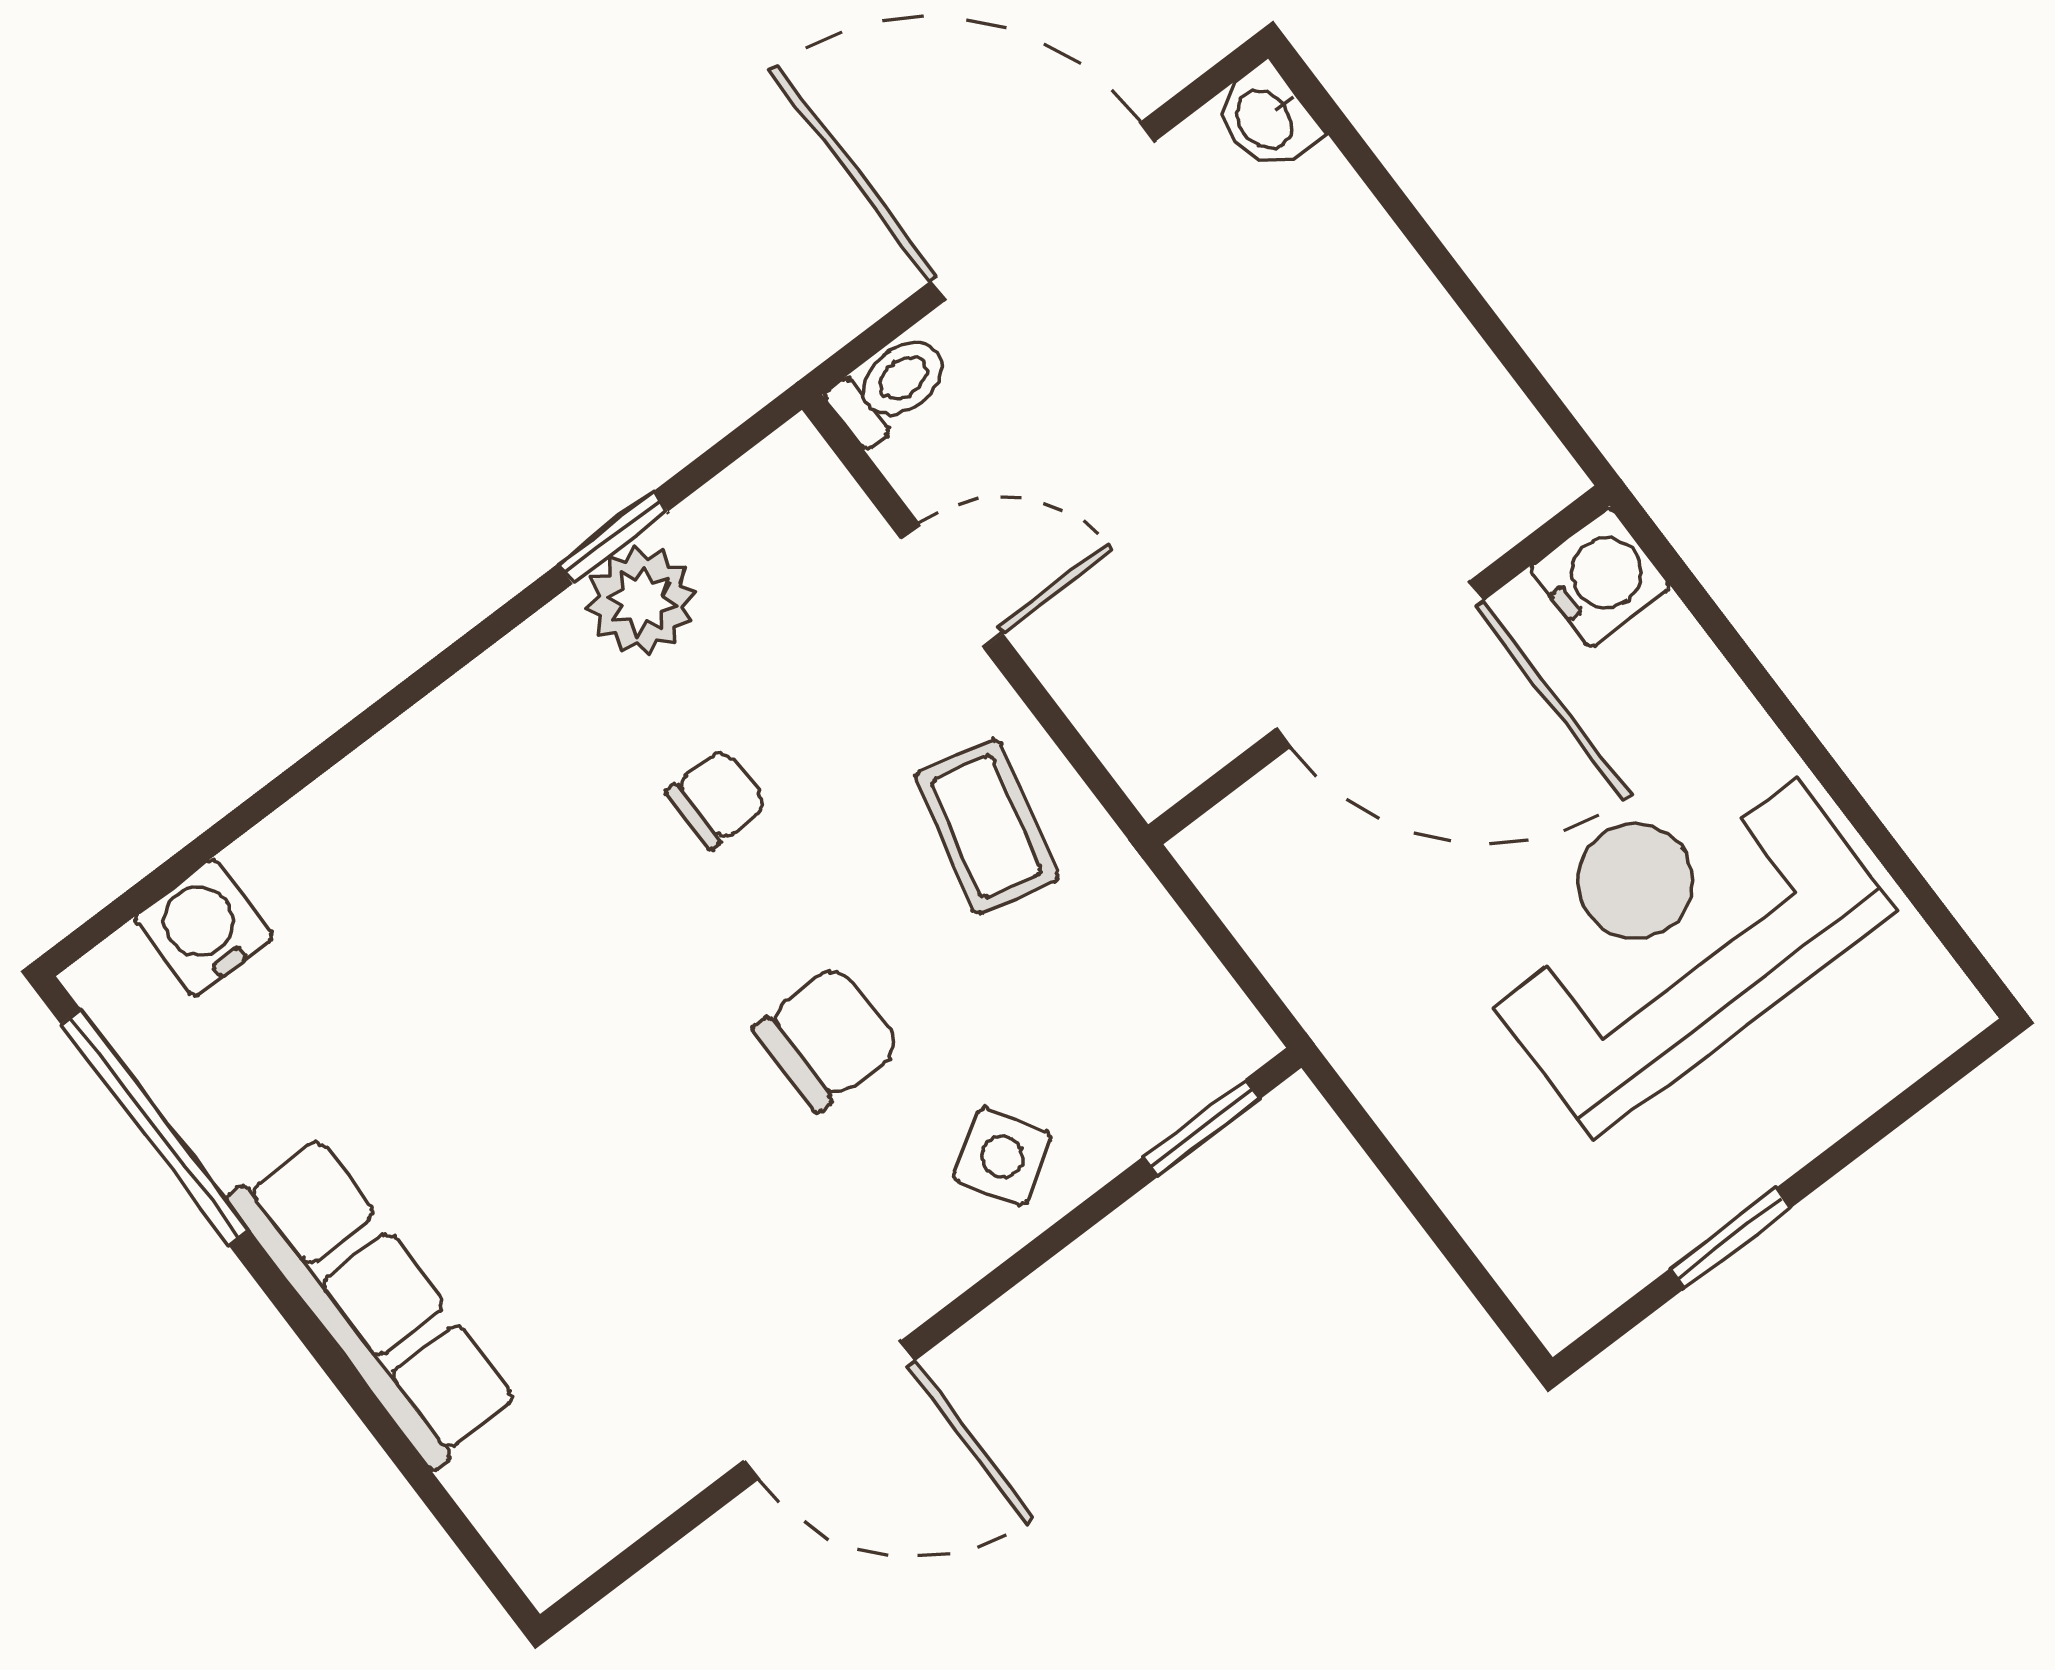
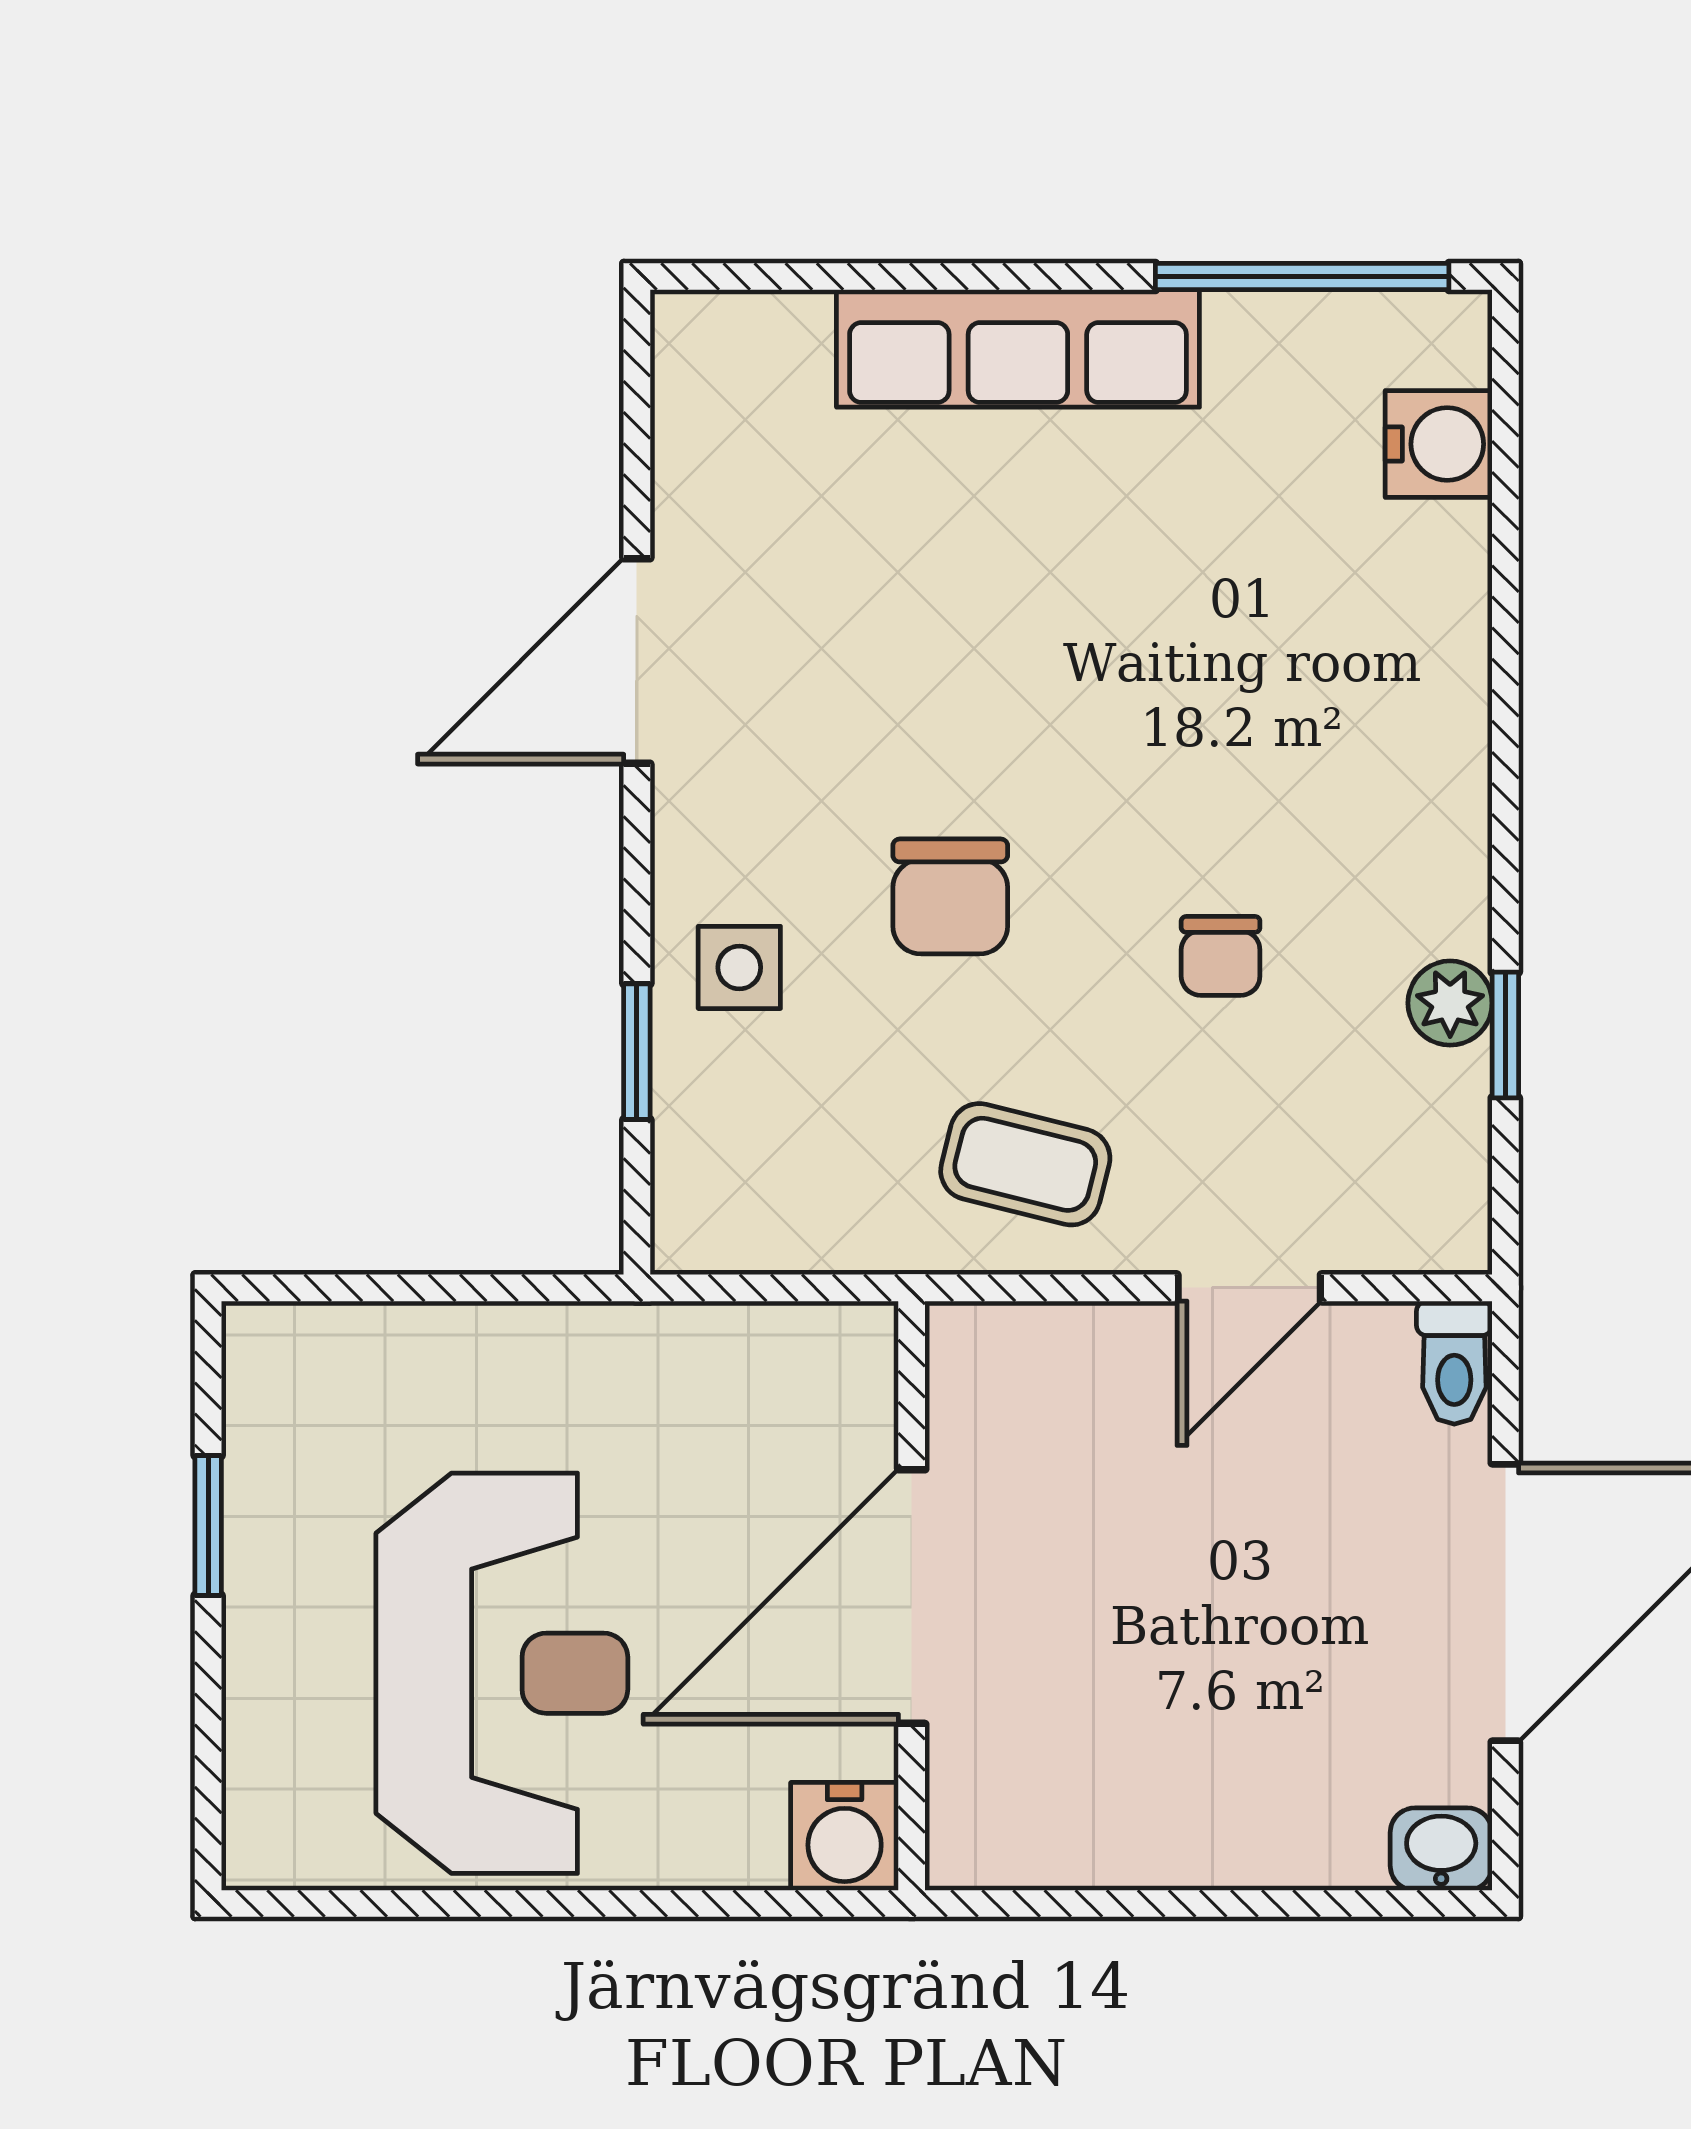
plant: (641, 601) -> (1450, 1003), width x0.73, depth x0.73
window: (1201, 1128) -> (637, 1052), moved
side table: (1002, 1157) -> (739, 967), turned 32

